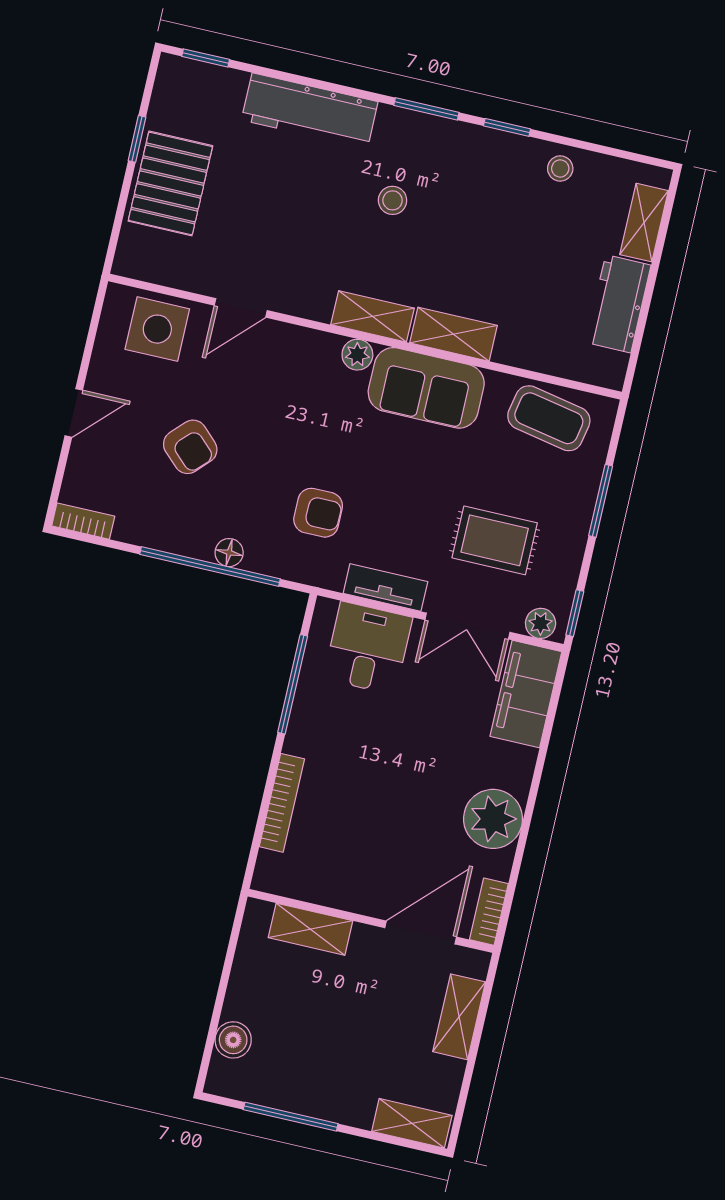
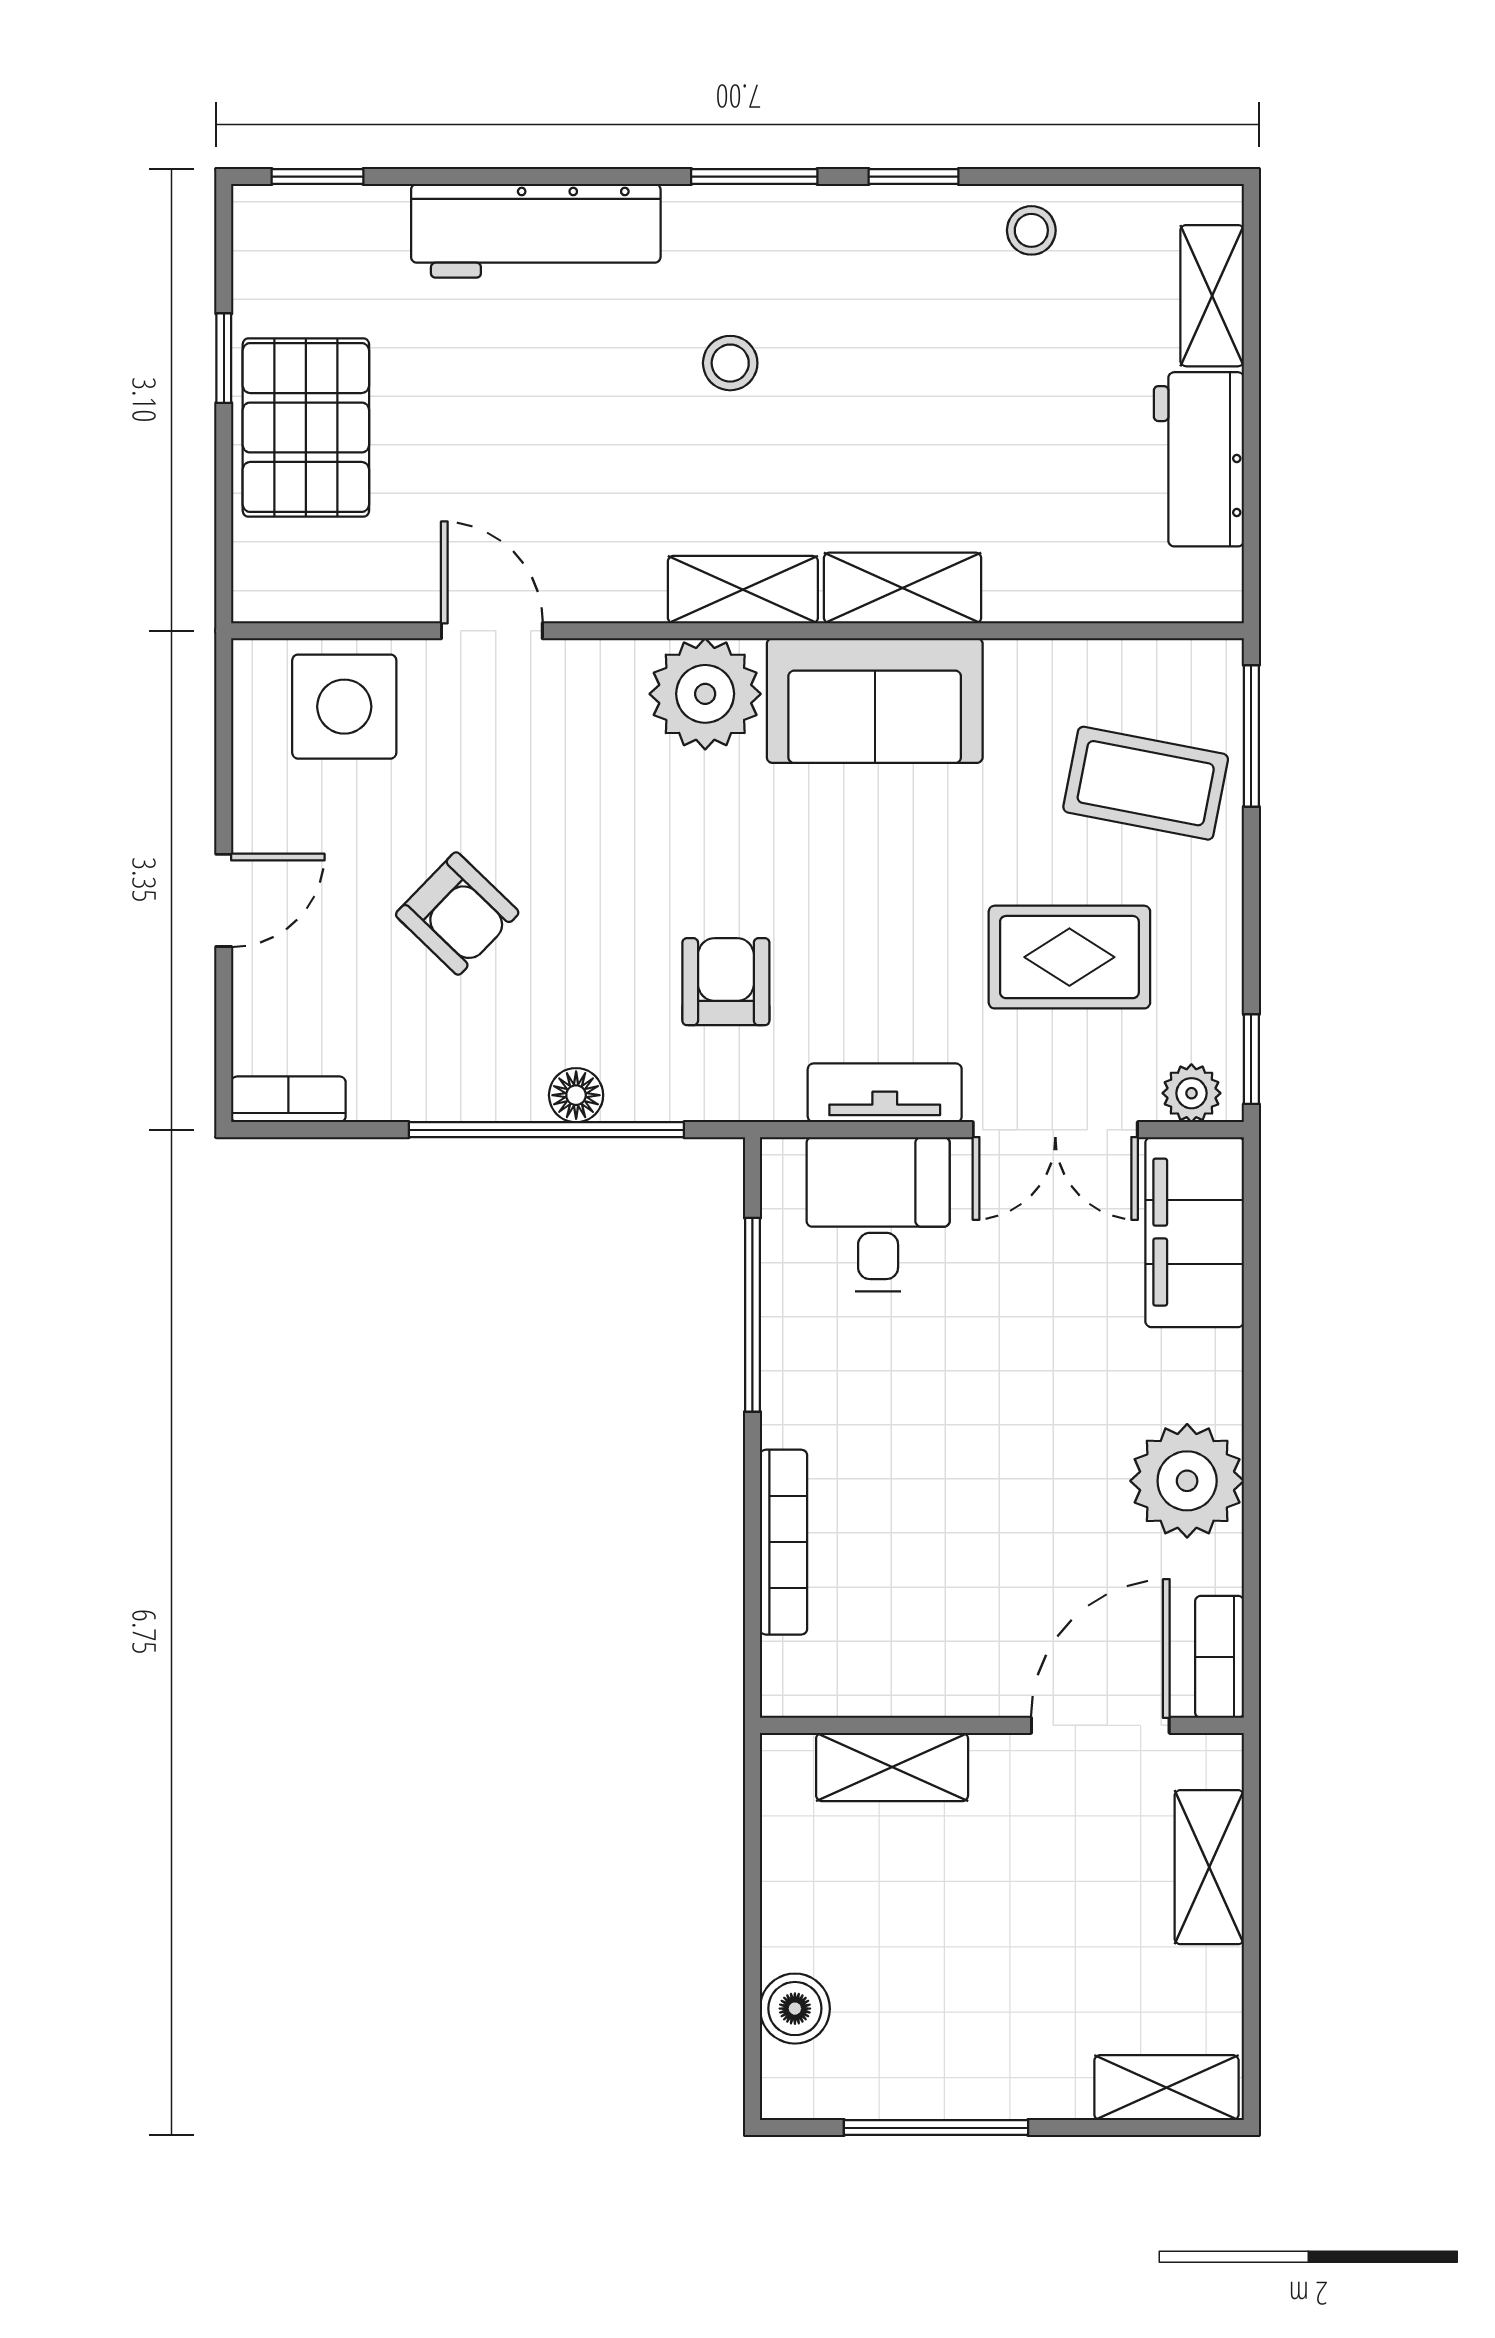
door: (241, 308) -> (492, 631), swing flipped
plant: (357, 355) -> (705, 694), width x1.88, depth x1.88
coffee table: (549, 418) -> (1146, 783), moved
window: (601, 501) -> (1251, 736), moved
armchair: (318, 513) -> (726, 982), turned -90

